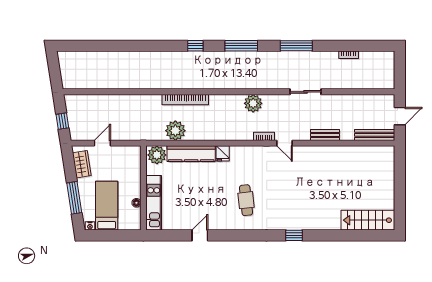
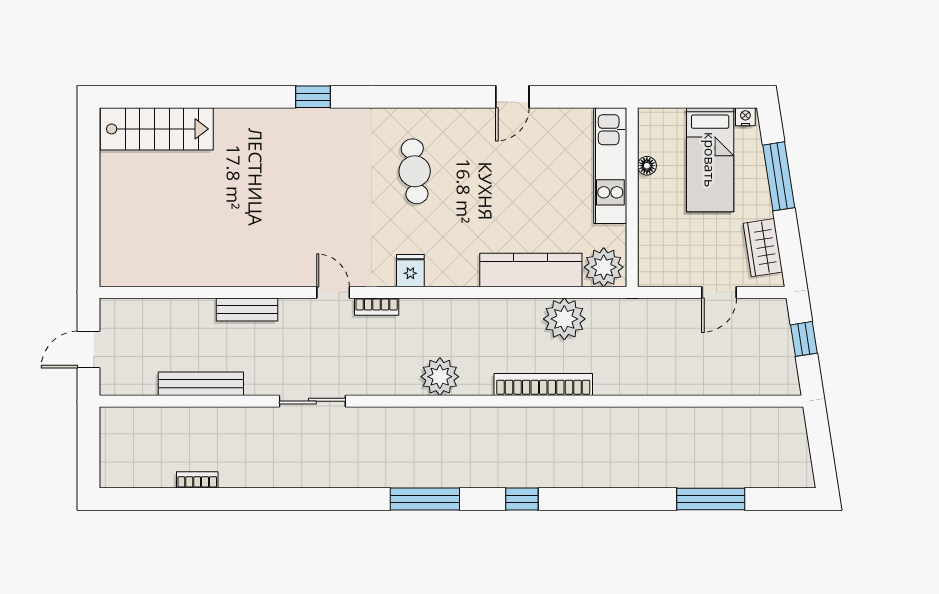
window: (296, 46) -> (711, 499), moved
sliding door: (306, 92) -> (312, 401), moved
plant: (253, 103) -> (440, 377), moved
bench: (375, 135) -> (201, 384), moved
fridge: (223, 153) -> (410, 271), moved

